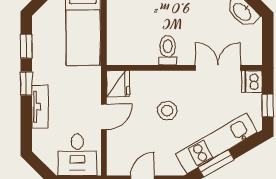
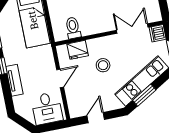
toilet: (168, 50) -> (73, 28), moved
fridge: (118, 84) -> (78, 50), moved, turned 90

